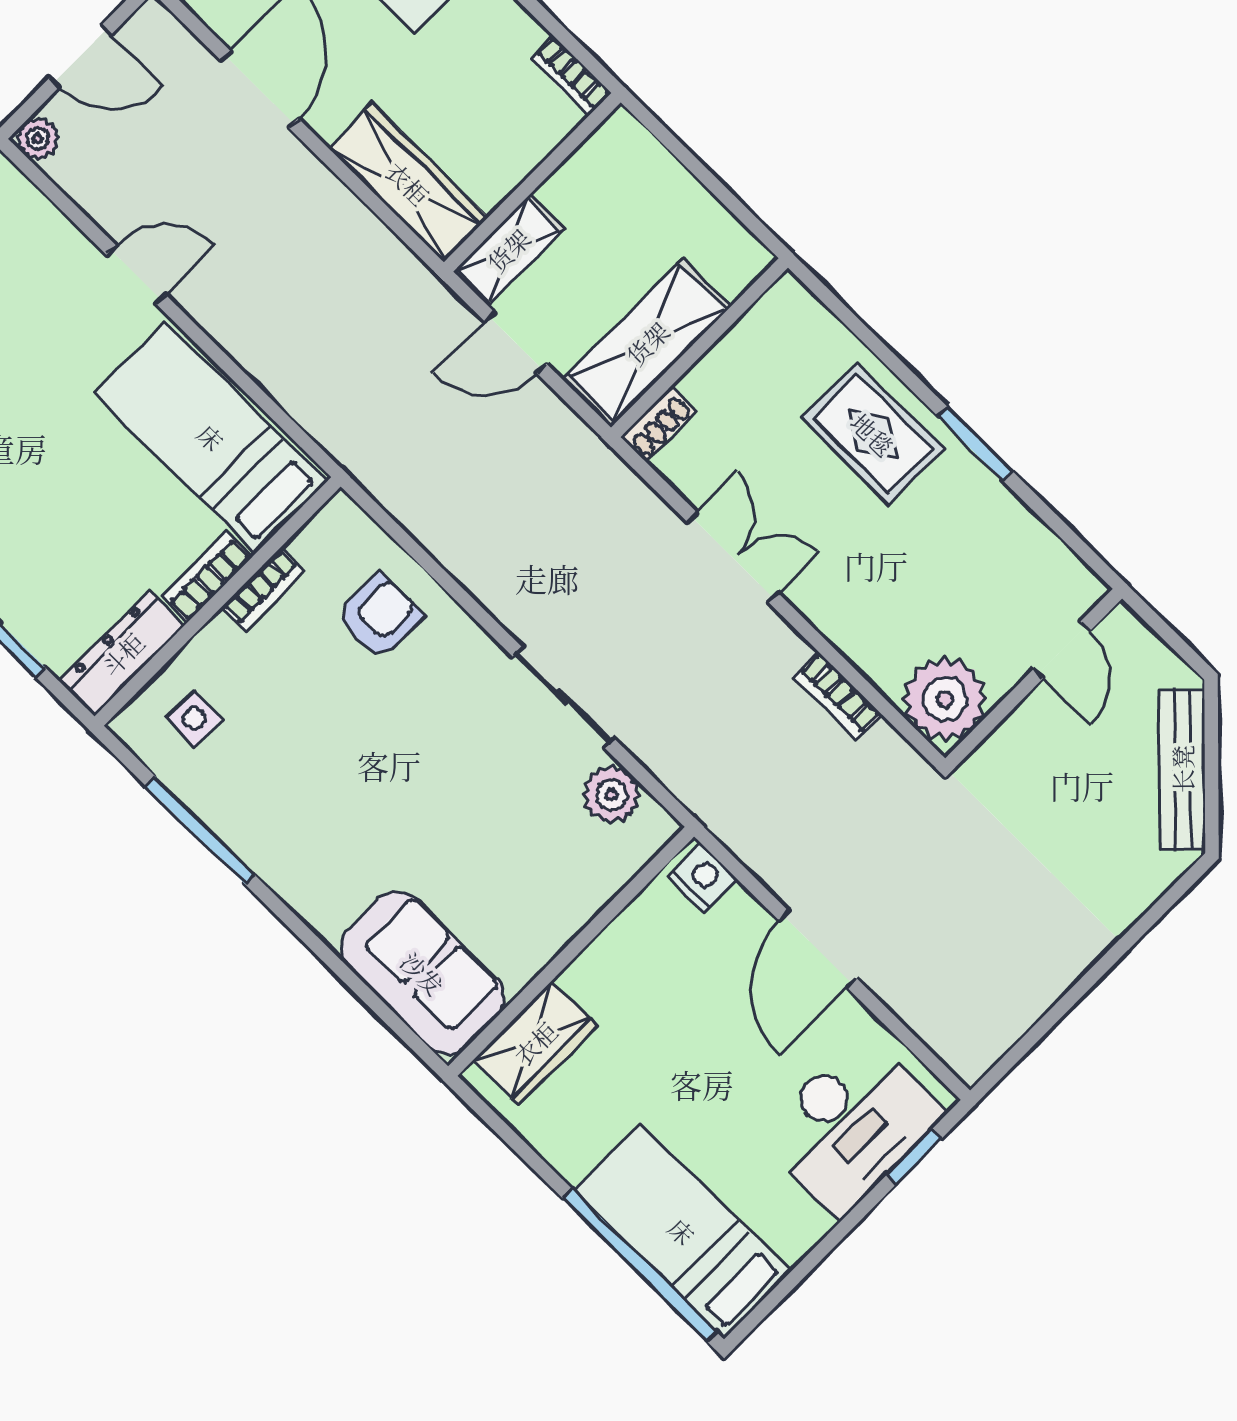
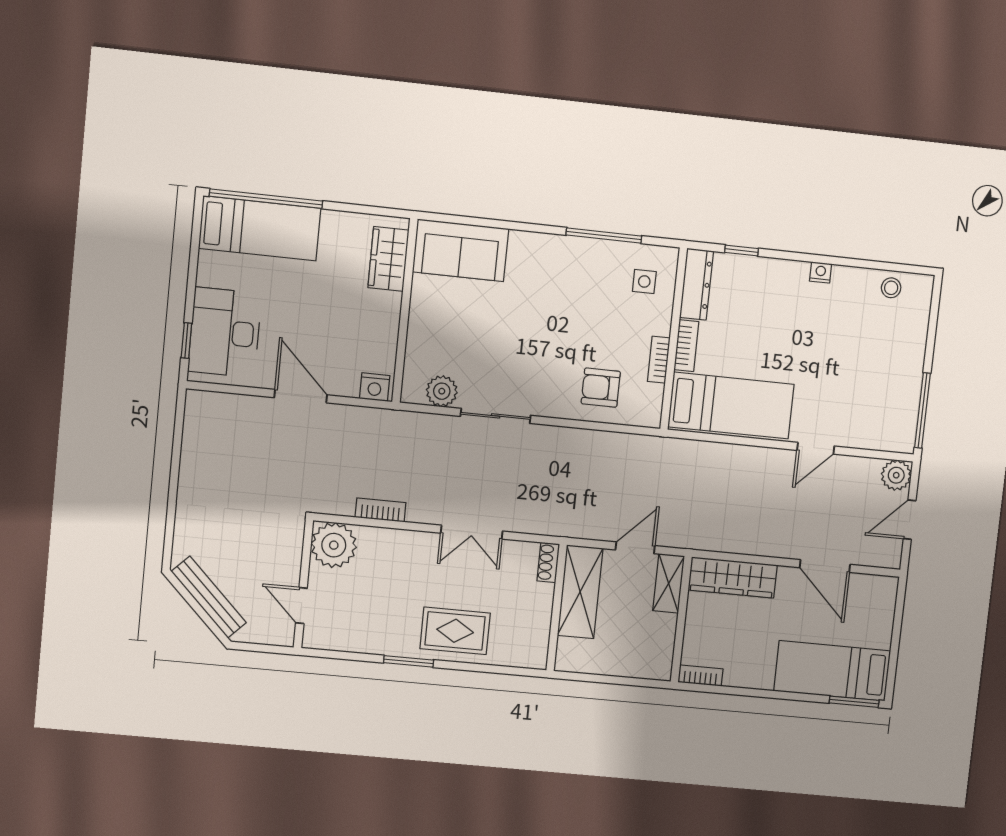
plant: (38, 138) -> (896, 475), width x1.38, depth x1.38
armchair: (379, 616) -> (601, 388), turned 90

